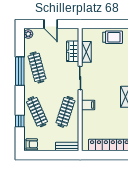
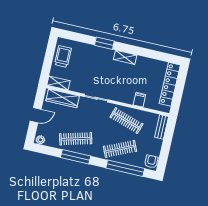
wardrobe: (73, 51) -> (63, 98), width x1.50
shelving: (86, 52) -> (58, 83), moved
filing cabinet: (88, 105) -> (139, 100), moved
window: (20, 121) -> (125, 168), width x3.17

